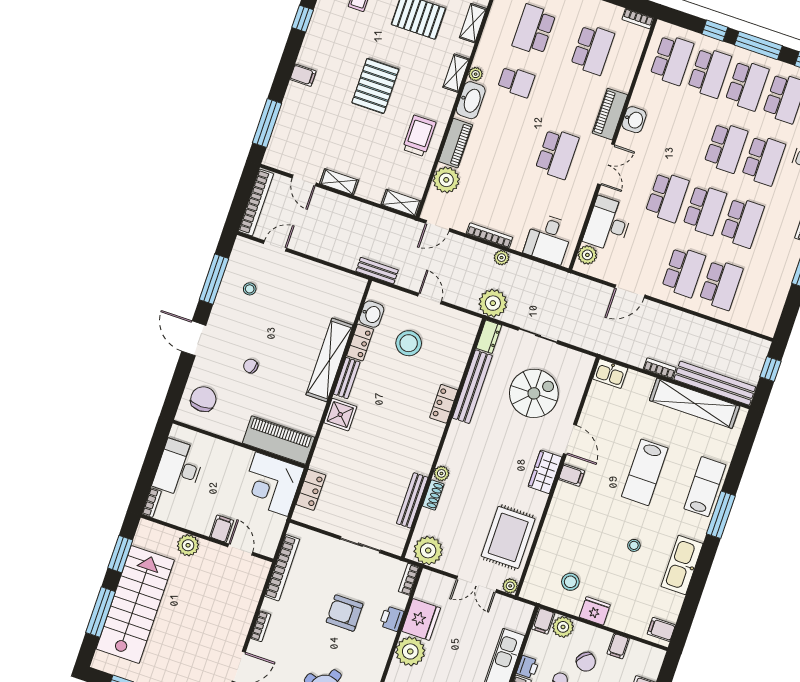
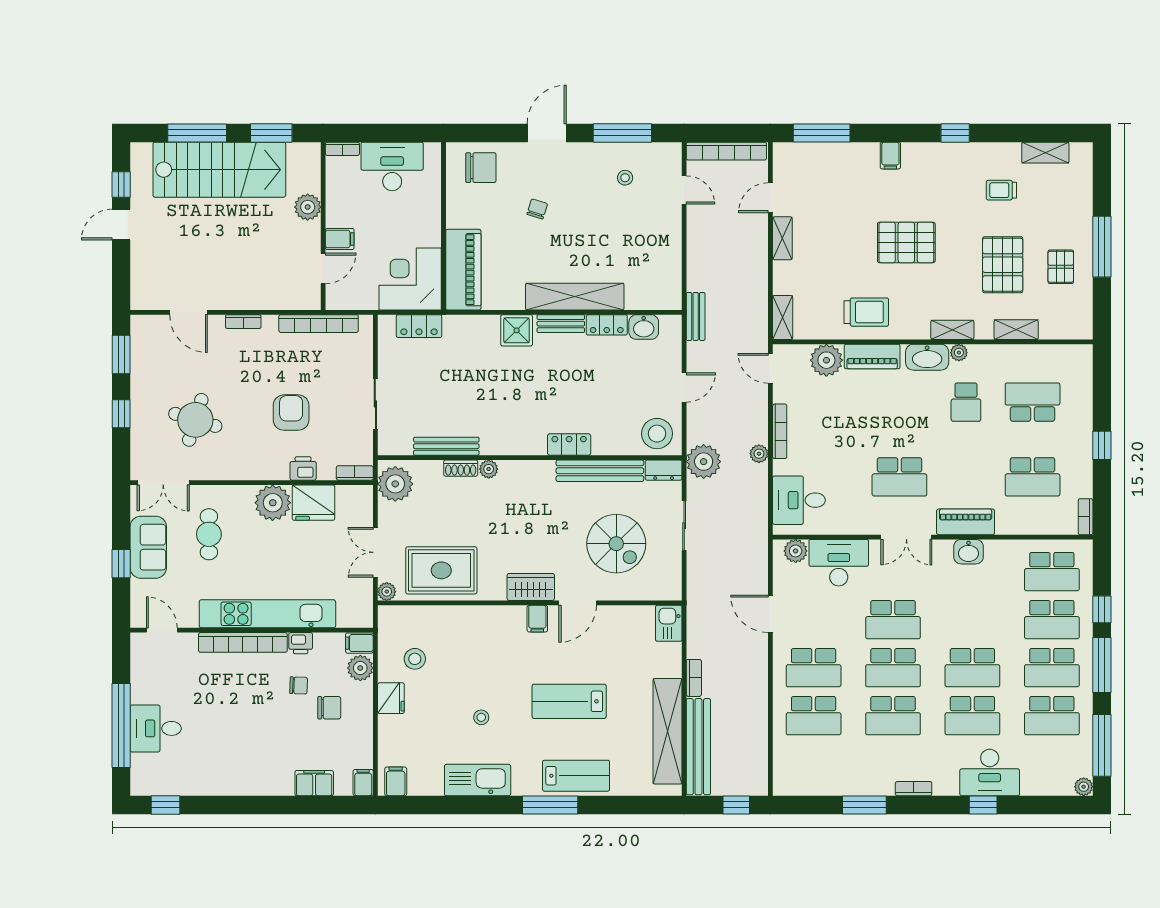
stool: (409, 343) -> (657, 434), moved
filing cabinet: (618, 646) -> (363, 783), moved, turned 90
chair: (586, 662) -> (329, 708), turned -136

